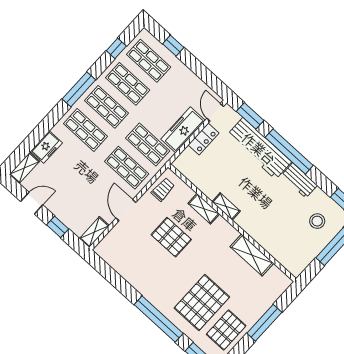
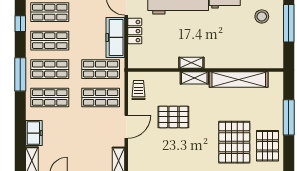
shelving: (204, 209) -> (194, 78), moved
door: (126, 210) -> (126, 127), swing flipped
shelving: (252, 255) -> (239, 79), width x1.47

